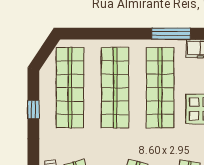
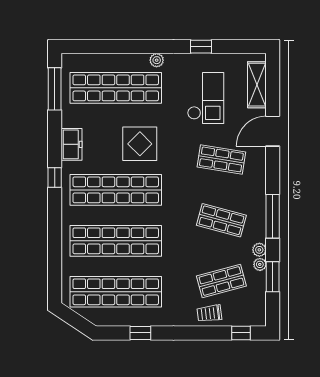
window: (171, 34) -> (55, 178), width x0.46

